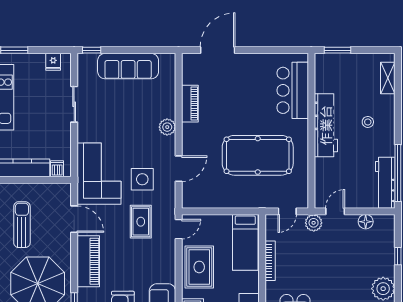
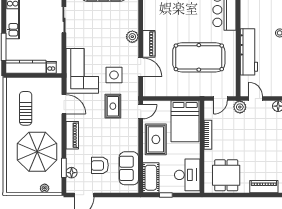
piano: (190, 104) -> (149, 44), moved
workbench: (326, 125) -> (249, 52), moved
door: (179, 169) -> (141, 67), hinge flipped
door: (335, 211) -> (256, 99), hinge flipped
bed: (245, 242) -> (185, 121), width x1.50
piano: (88, 261) -> (72, 135), width x0.73, depth x0.75

